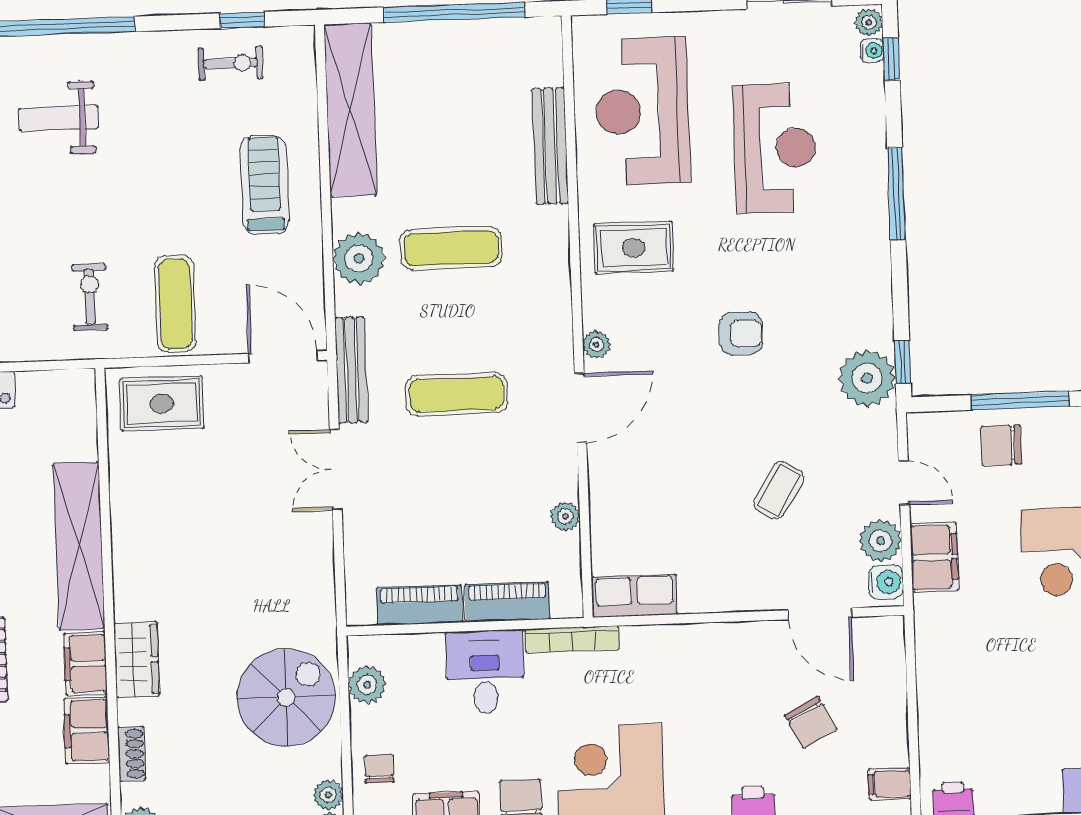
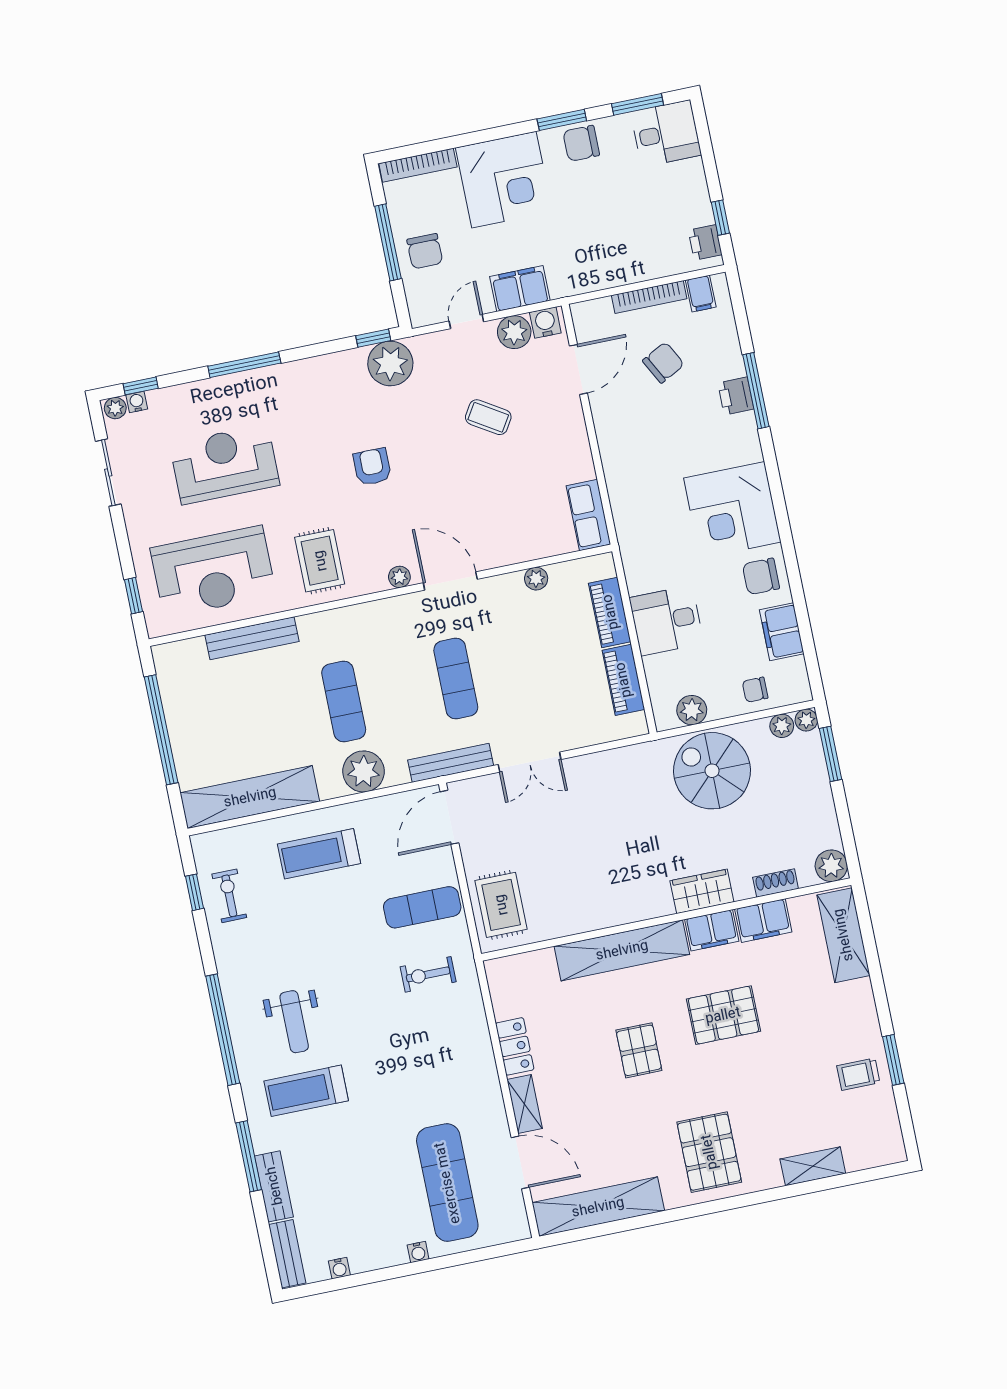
bookcase: (572, 639) -> (649, 297), moved, turned 90

